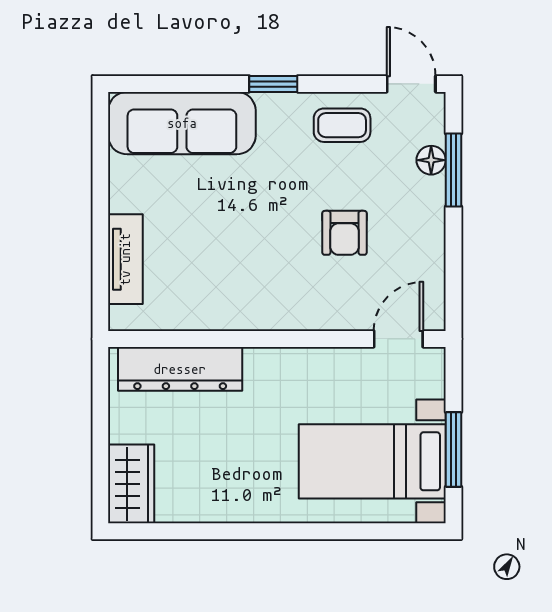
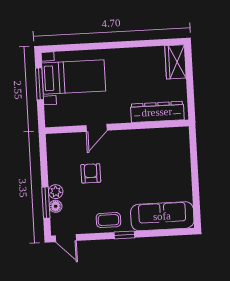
coffee table: (342, 125) -> (108, 220), moved
plant: (429, 194) -> (56, 192), added
tv unit: (125, 259) -> (183, 157), removed
door: (398, 339) -> (97, 128), moved

